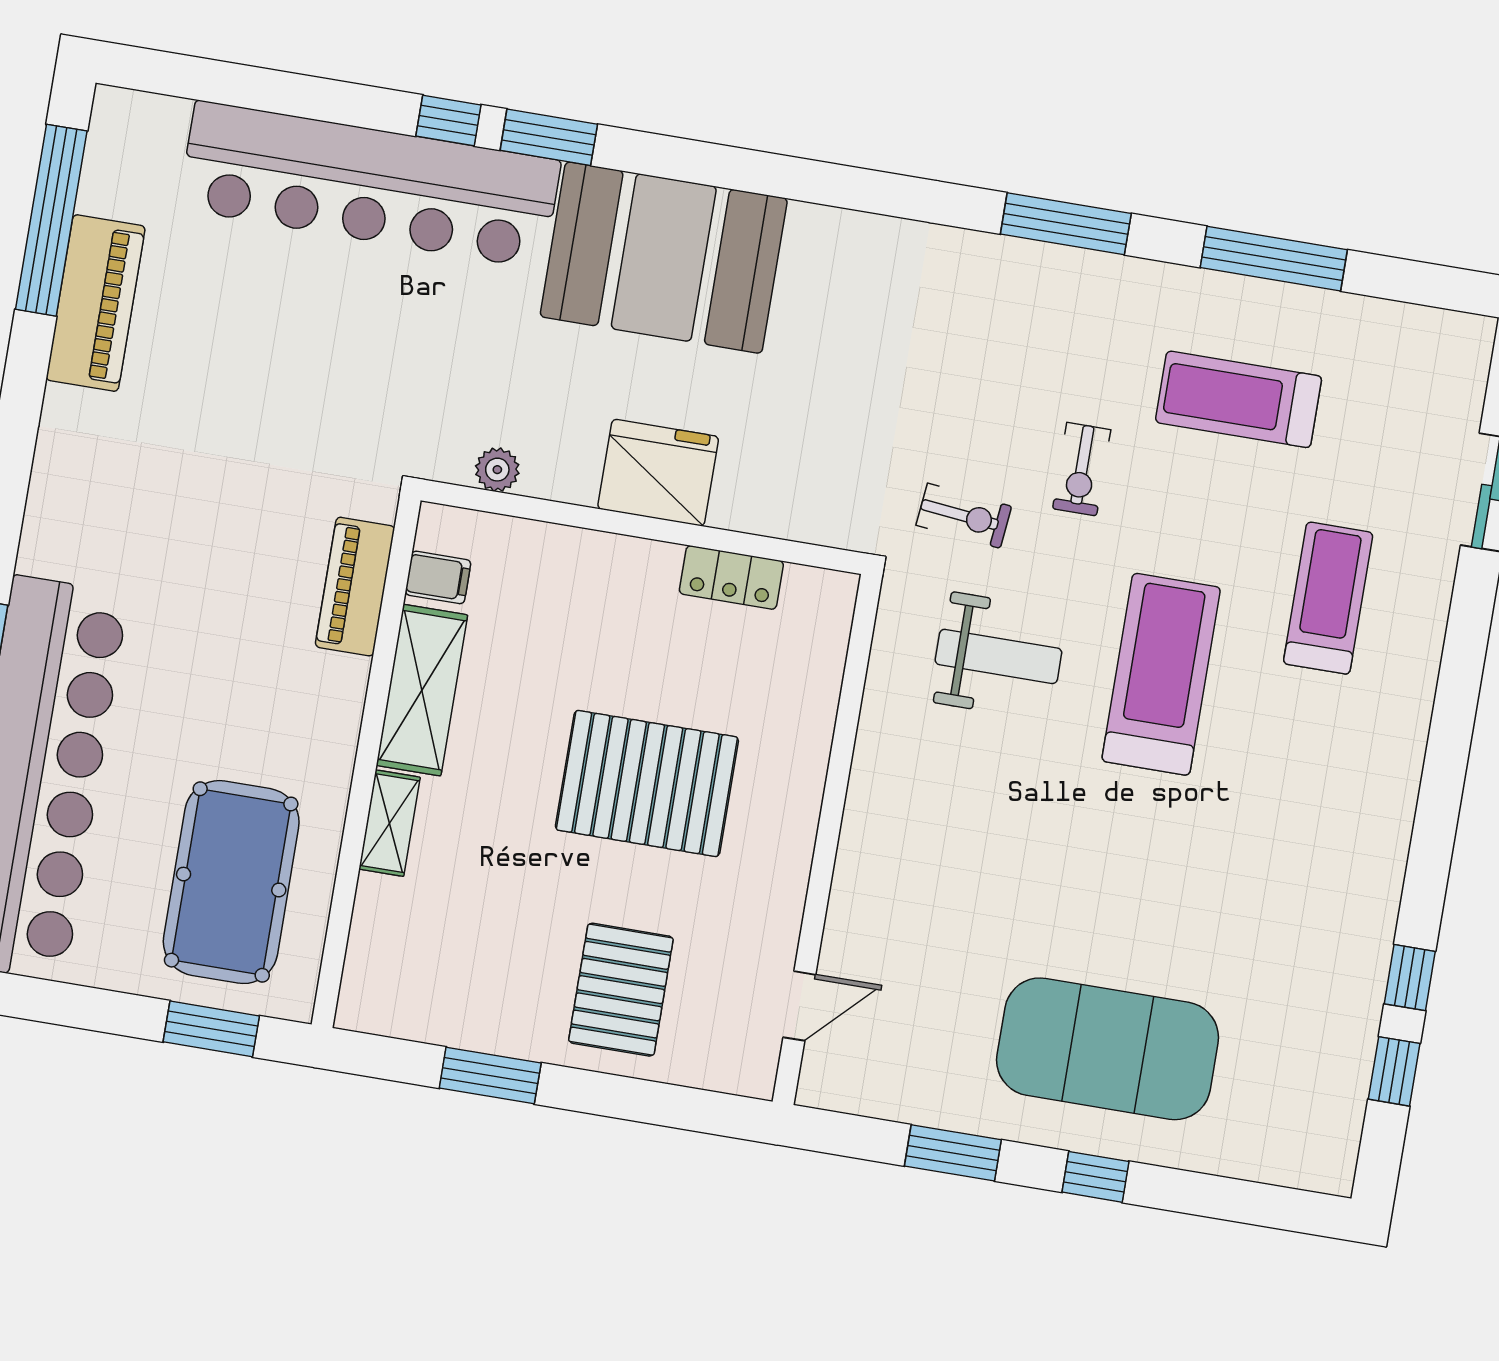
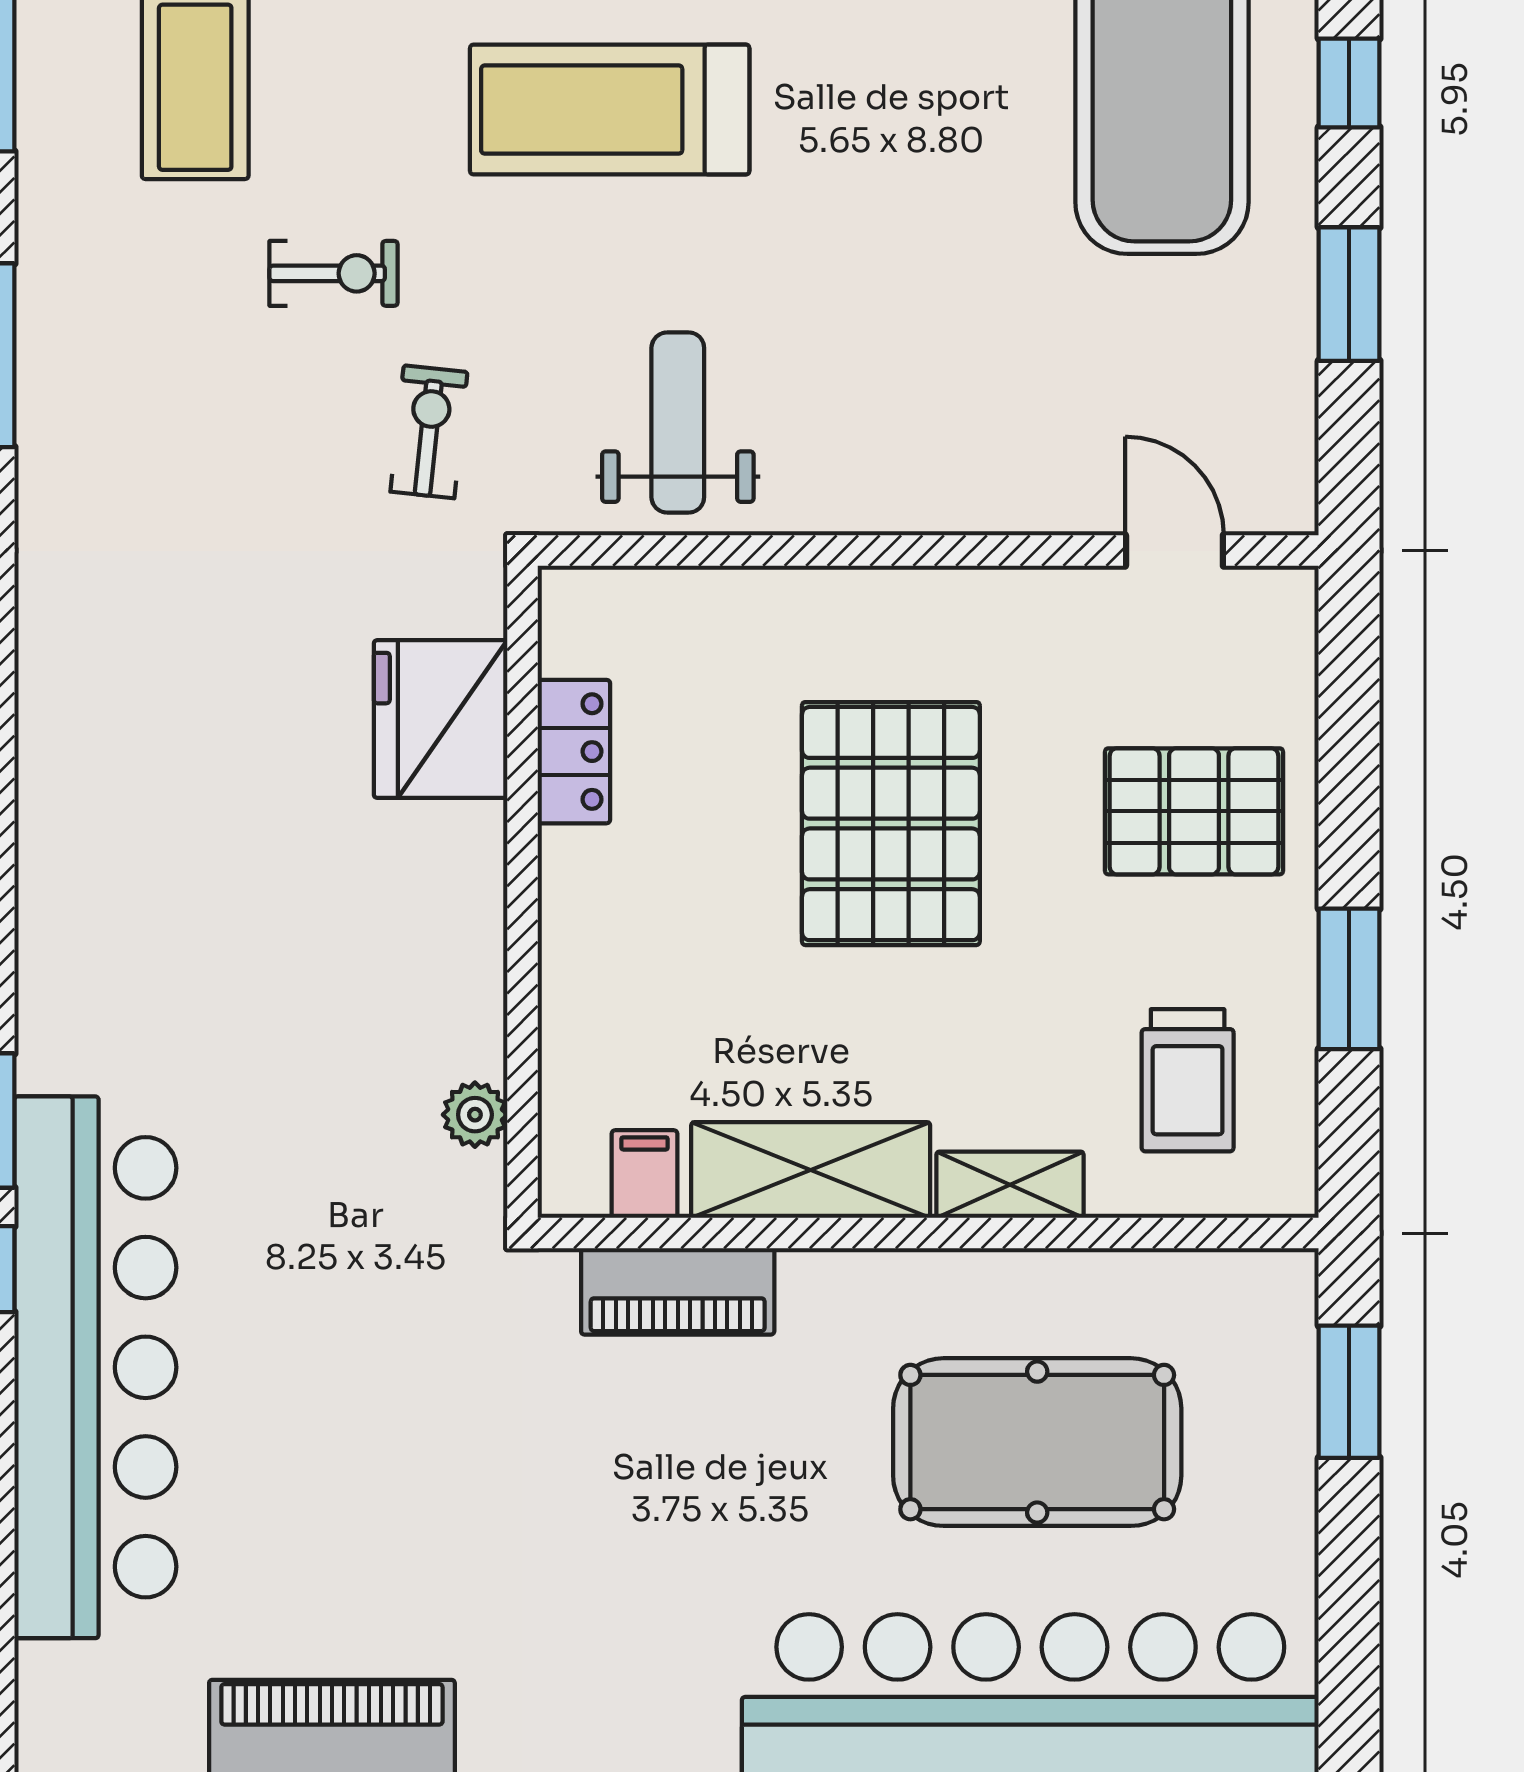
booth: (664, 258) -> (130, 926), removed
fridge: (658, 473) -> (441, 719), moved
weight bench: (998, 656) -> (678, 423), moved
pool table: (231, 882) -> (1037, 1442), moved
trolley: (440, 955) -> (1188, 1080), added

